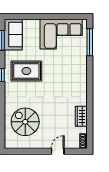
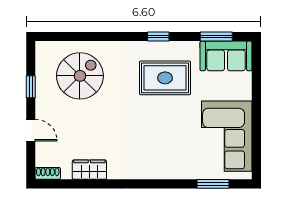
window: (90, 42) -> (213, 184), width x0.69
rug: (26, 71) -> (165, 78), turned 90
window: (32, 151) -> (31, 87), added

